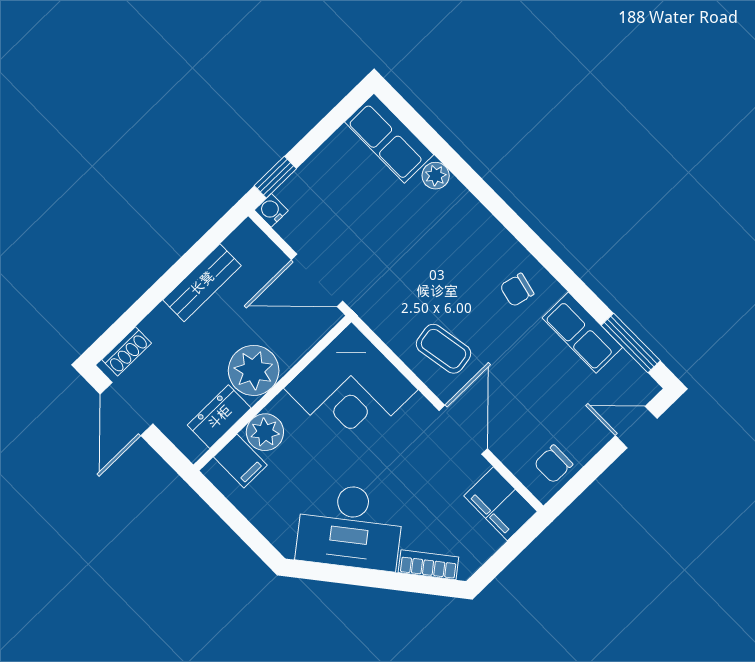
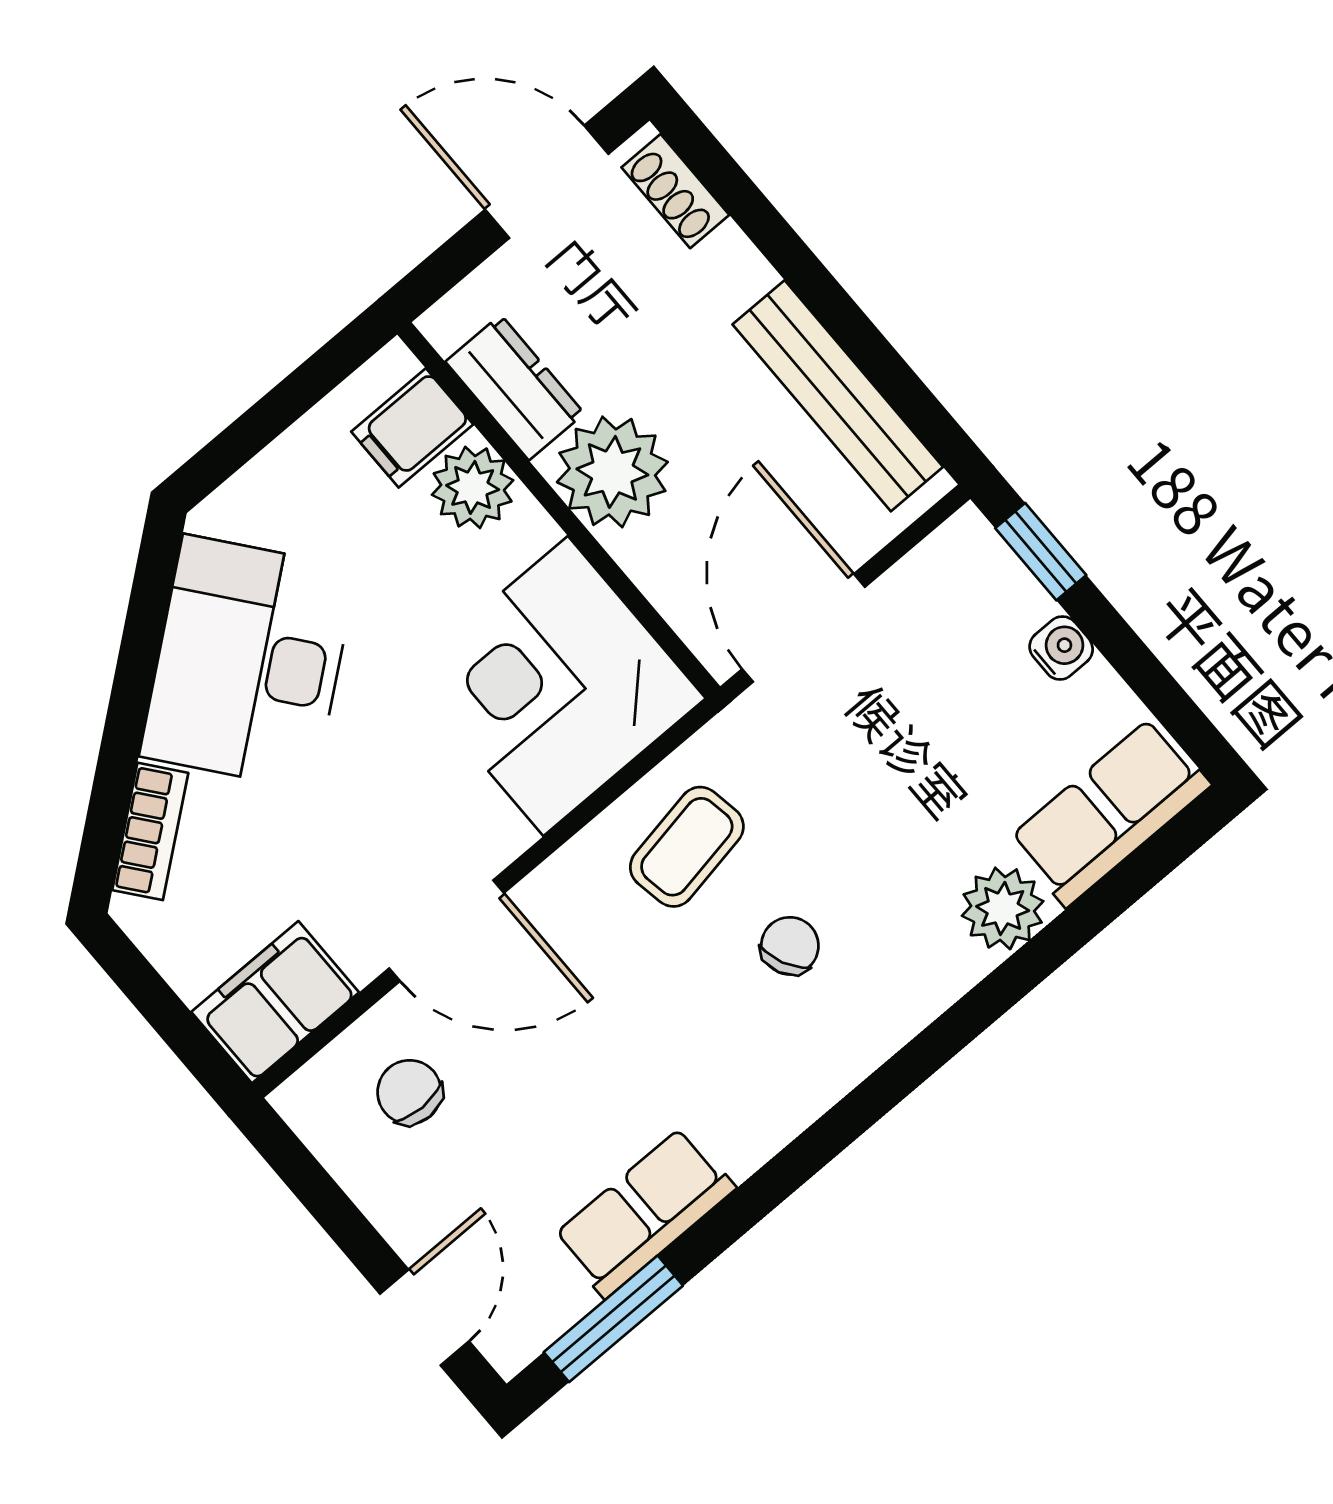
plant: (436, 176) -> (1003, 908), width x1.38, depth x1.38
water cooler: (271, 210) -> (1061, 648), moved
bench: (202, 283) -> (838, 396), width x1.36
chair: (517, 290) -> (790, 946), moved, turned 51
coffee table: (444, 349) -> (687, 847), moved
chair: (553, 464) -> (409, 1092), moved

